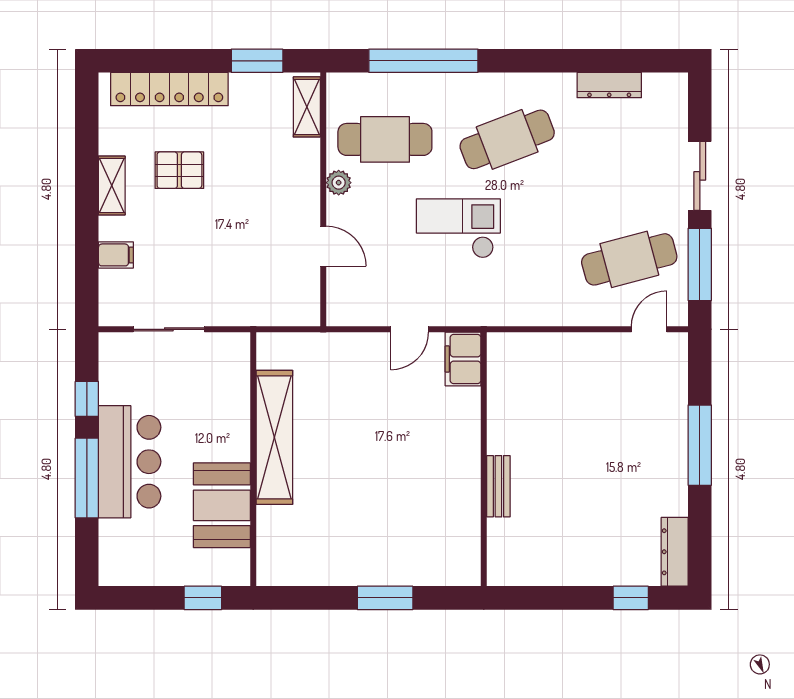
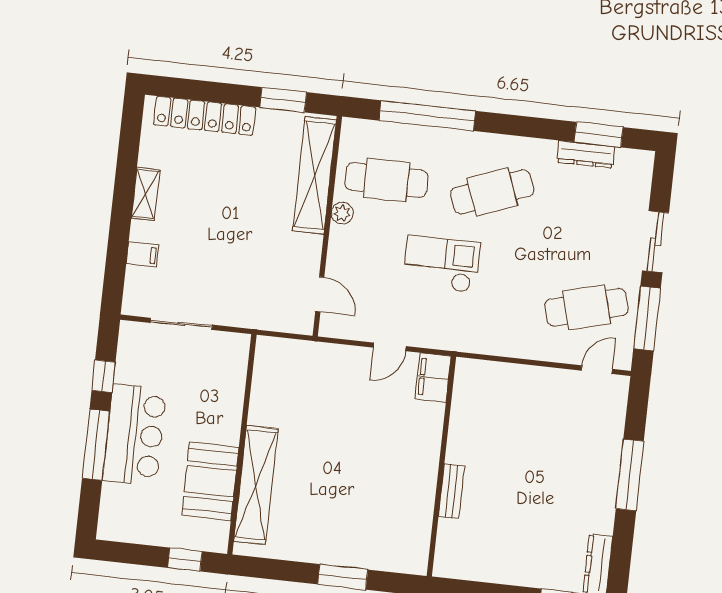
window: (621, 61) -> (599, 135), added
shelving: (307, 107) -> (315, 175), width x2.20, depth x1.33
pallet: (179, 170) -> (206, 187), removed
door: (323, 246) -> (320, 294), moved
shelving: (274, 437) -> (256, 485), moved

